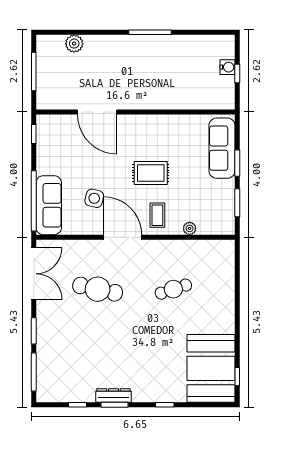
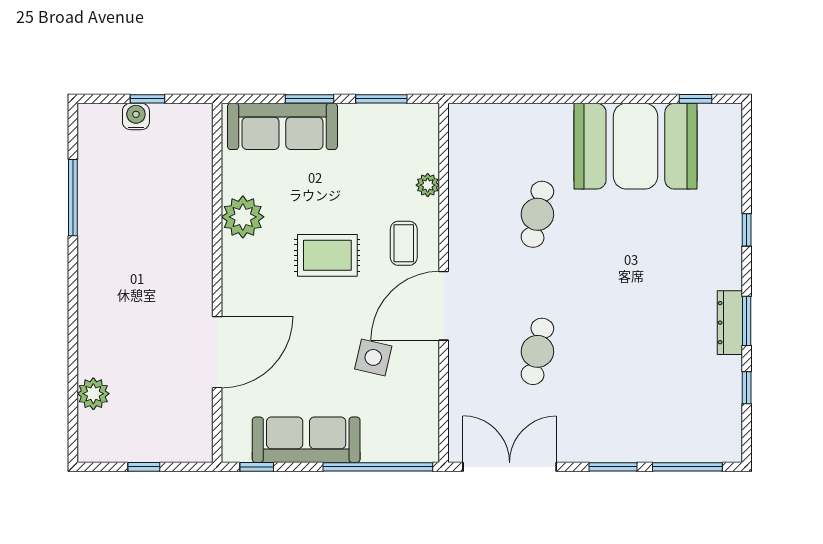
window: (150, 32) -> (73, 198), moved
window: (34, 72) -> (144, 467), width x0.46
plant: (172, 126) -> (243, 217), added
rug: (151, 173) -> (327, 255), turned 90
sofa: (49, 205) -> (306, 440), moved
coffee table: (157, 215) -> (404, 243), turned 90
cafe table: (98, 289) -> (537, 351), width x0.73, depth x0.74
cafe table: (173, 289) -> (537, 214), turned 30
booth: (211, 368) -> (635, 146), moved

